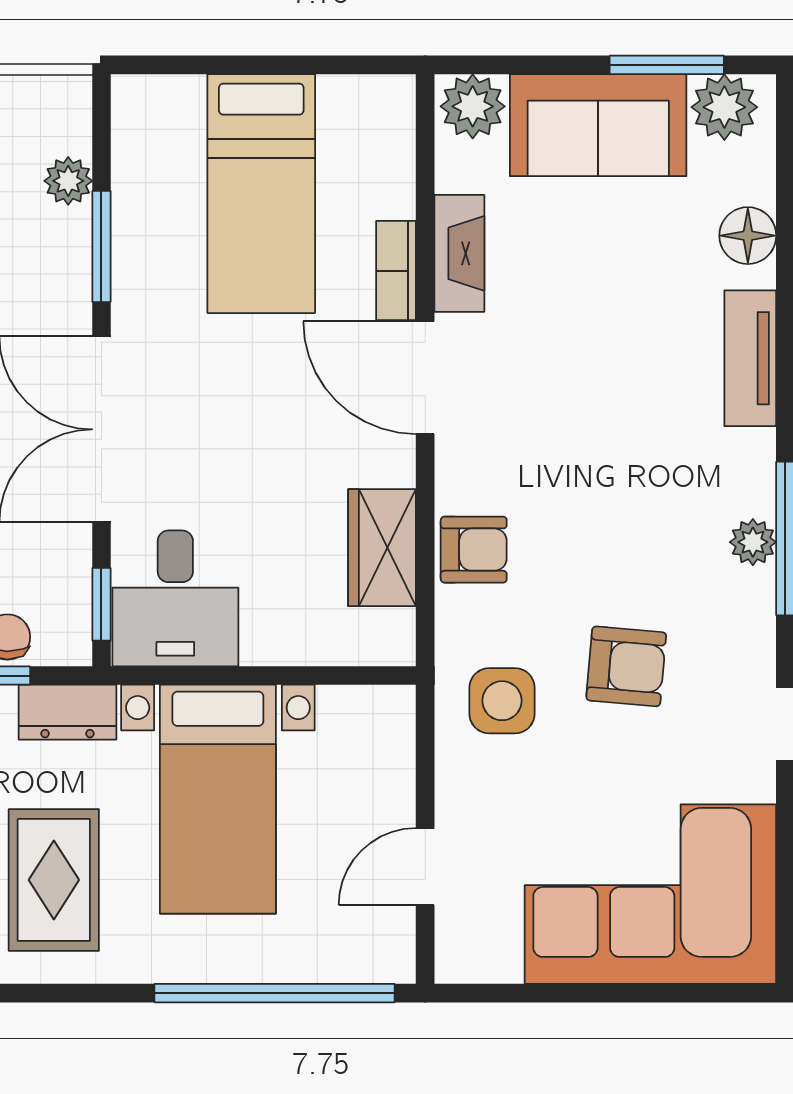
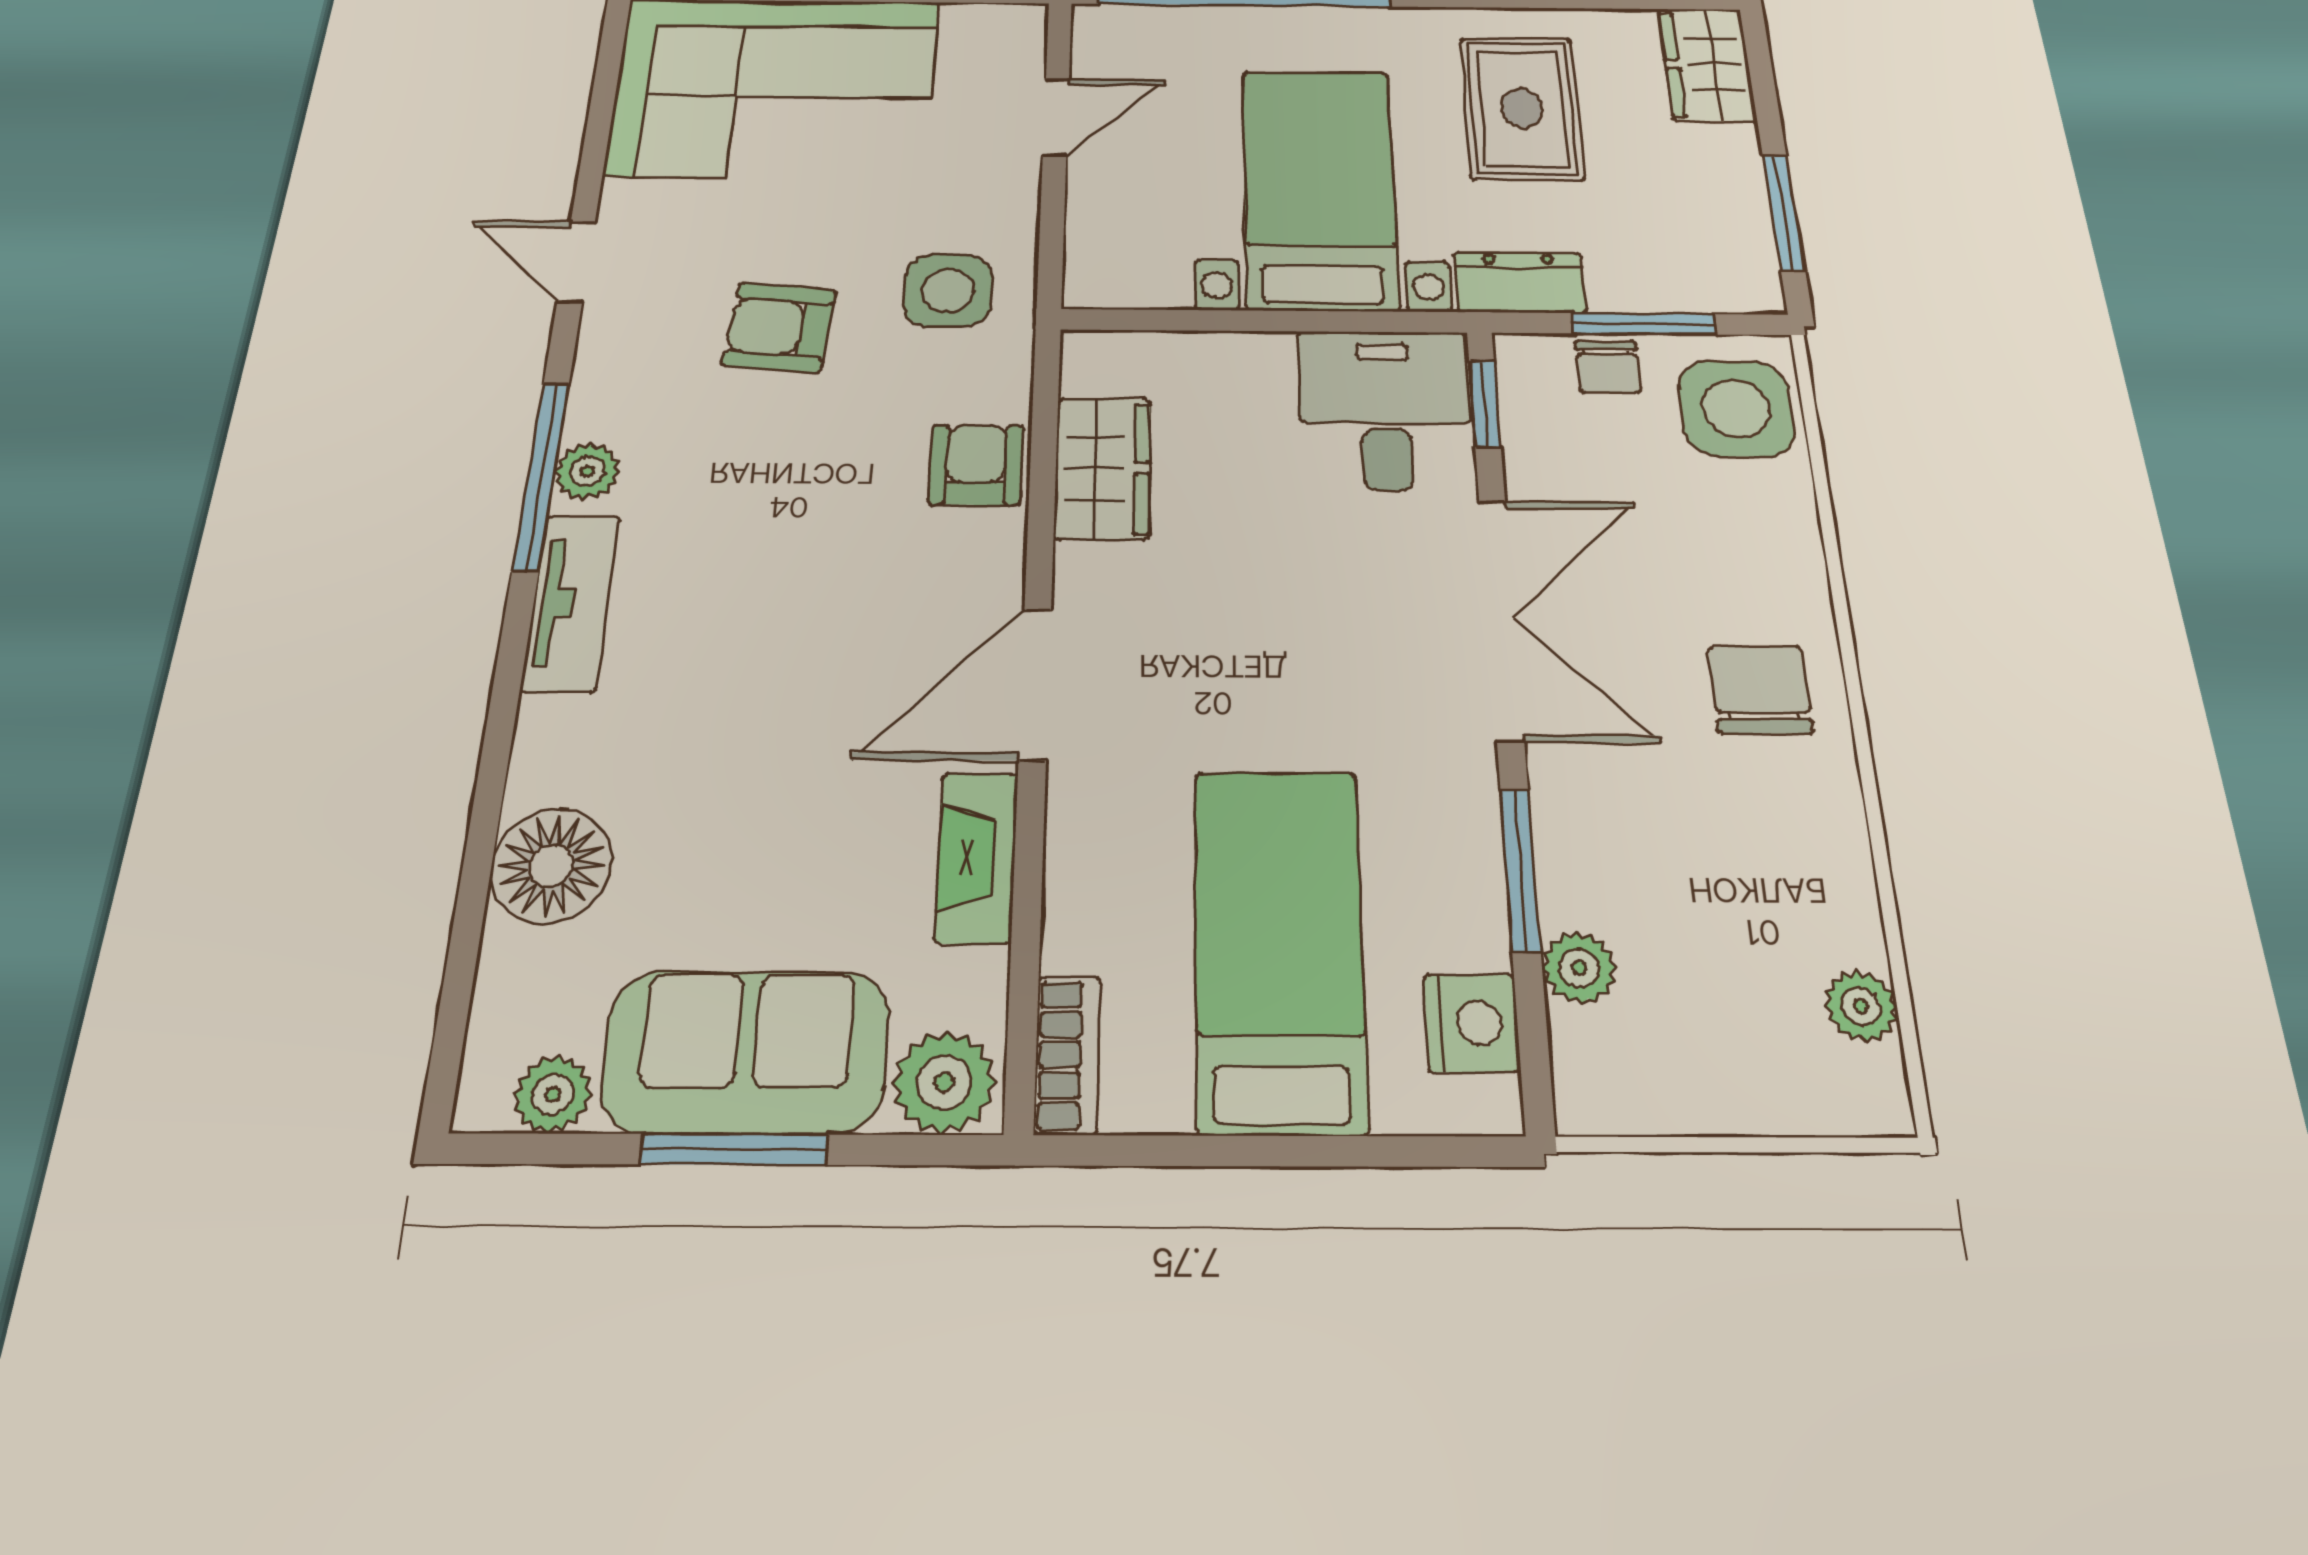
window: (667, 65) -> (734, 1149), moved
plant: (724, 107) -> (553, 1094), width x0.73, depth x0.73
nightstand: (140, 145) -> (1472, 1023), added
floor lamp: (748, 236) -> (551, 866), width x1.38, depth x1.38
bookcase: (396, 271) -> (1067, 1055), moved
tv unit: (750, 358) -> (571, 602), moved
door: (425, 378) -> (1035, 684), swing flipped
armchair: (474, 550) -> (976, 465), turned 90

